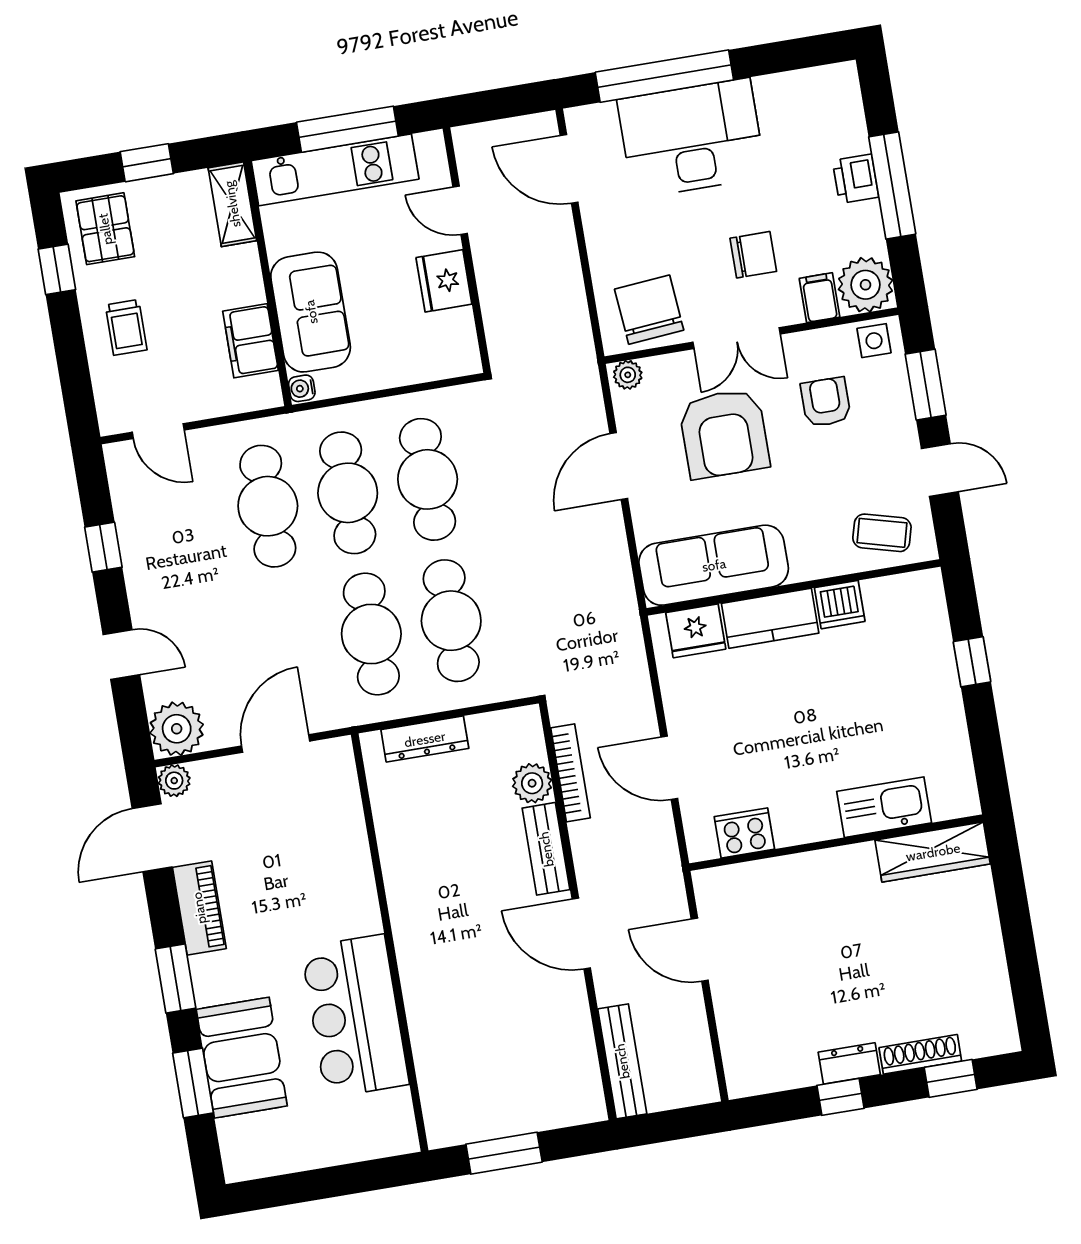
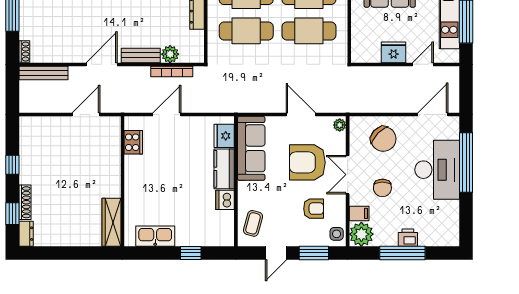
chair: (649, 310) -> (383, 139), moved, turned 49
kitchen sink: (884, 807) -> (155, 236), moved, turned -90
dresser: (849, 1063) -> (26, 234), moved
shoe rack: (581, 1113) -> (24, 52), added

